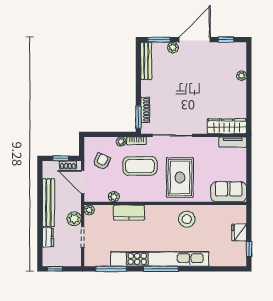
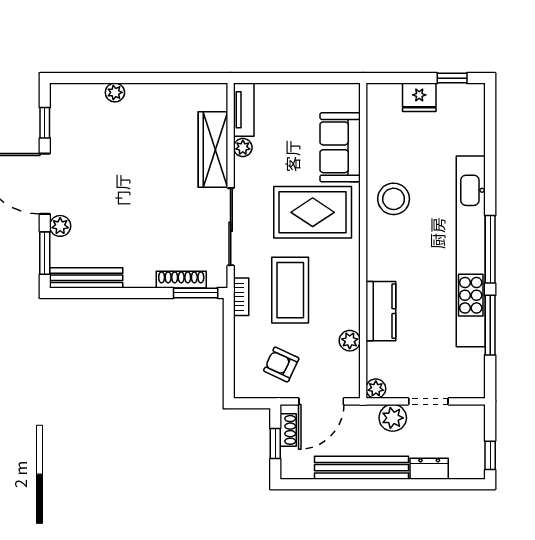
wardrobe: (227, 126) -> (213, 149), moved
plant: (121, 142) -> (243, 148), moved
sofa: (229, 192) -> (340, 147), moved
window: (111, 269) -> (490, 325), moved

